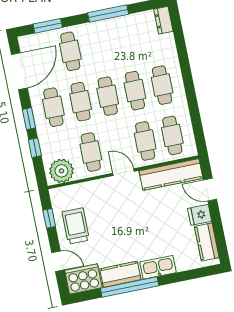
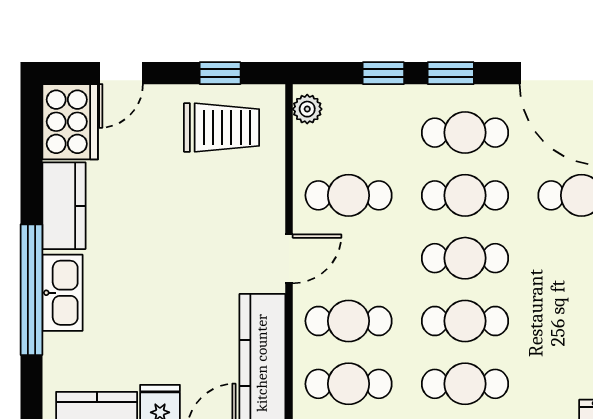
plant: (61, 171) -> (307, 109), width x0.53, depth x0.53
trolley: (76, 226) -> (222, 128), moved
window: (130, 287) -> (31, 290), moved

